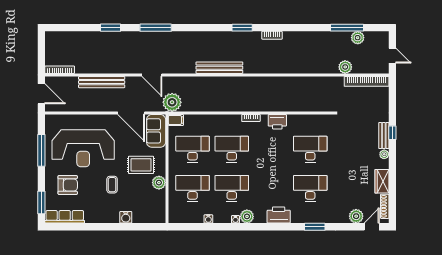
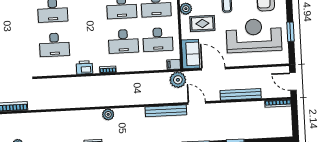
plant: (345, 67) -> (108, 114), moved
bench: (219, 68) -> (166, 111), moved
window: (41, 150) -> (290, 32), width x0.69

